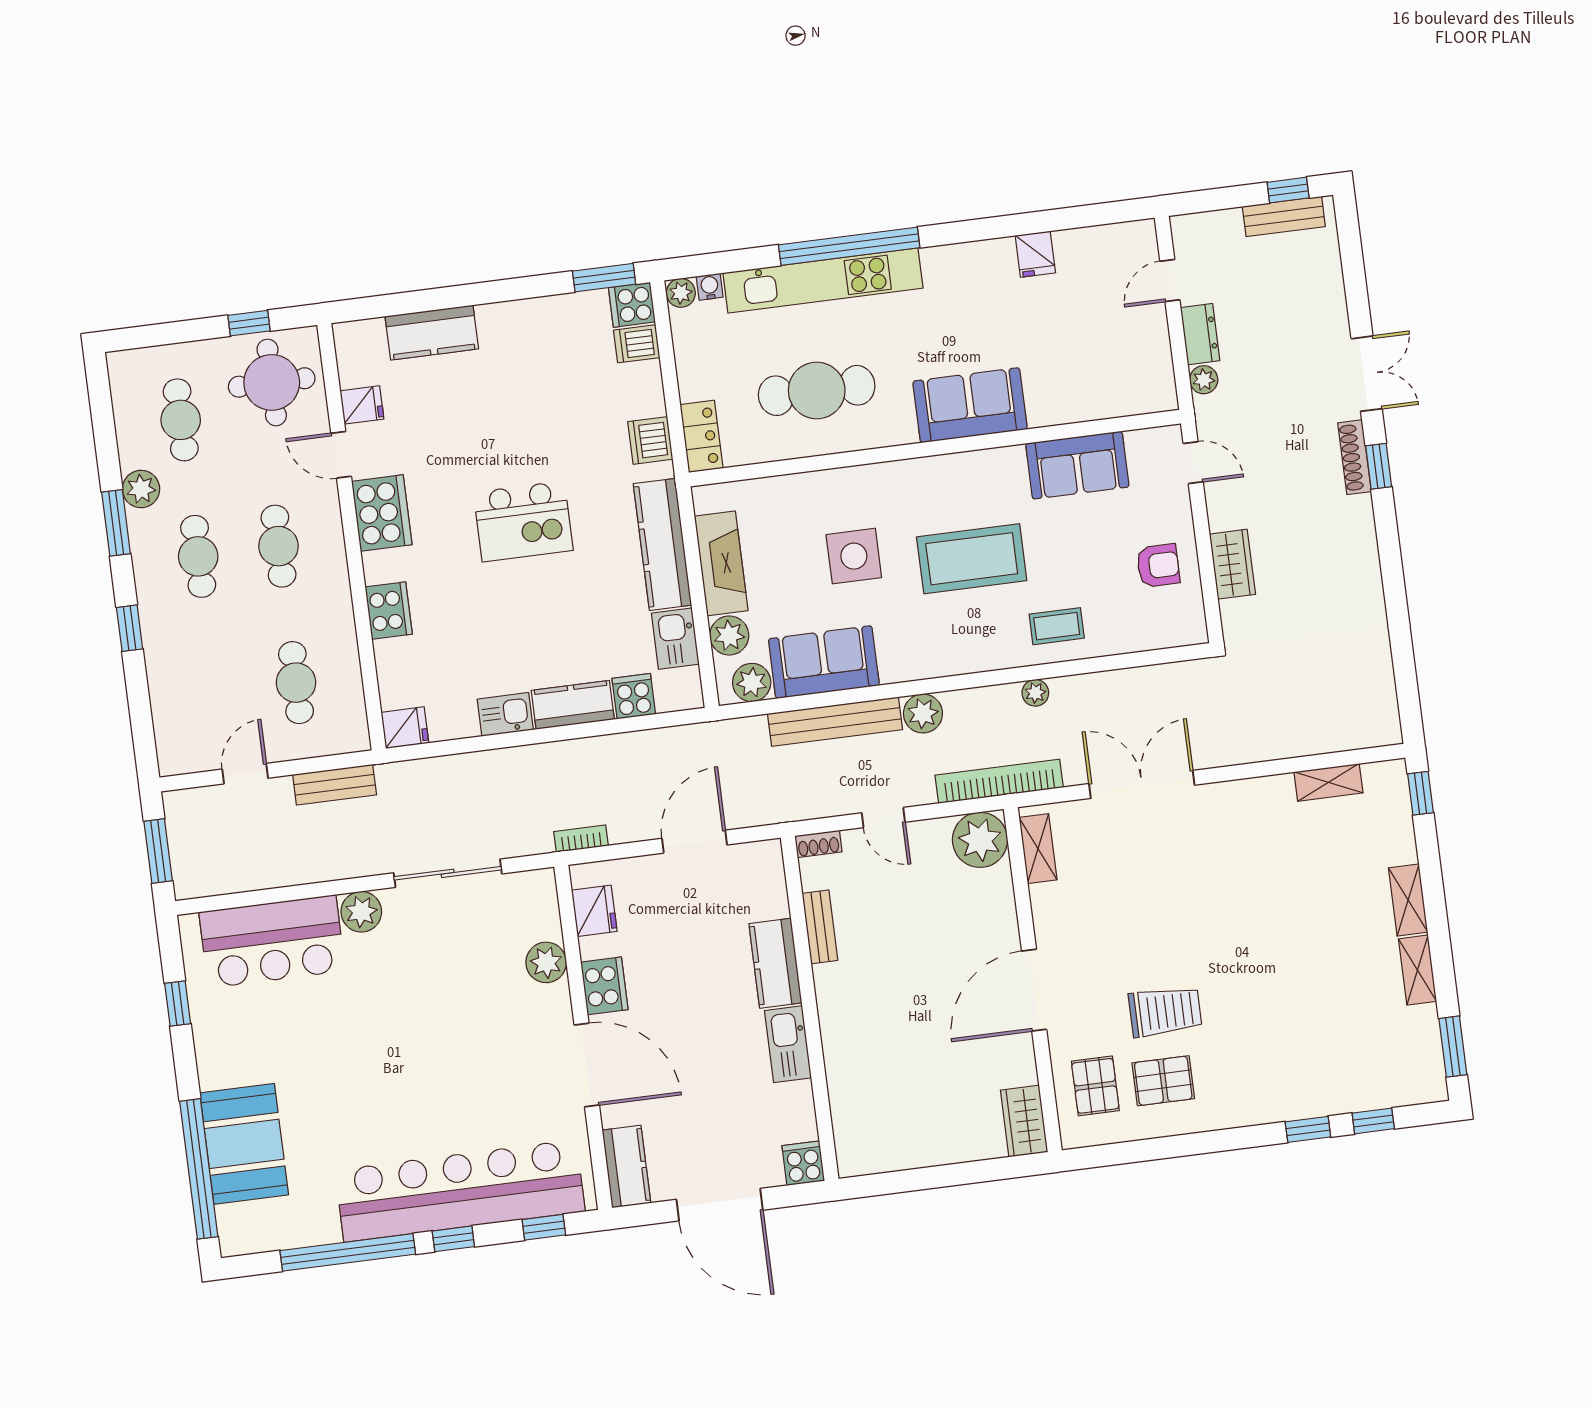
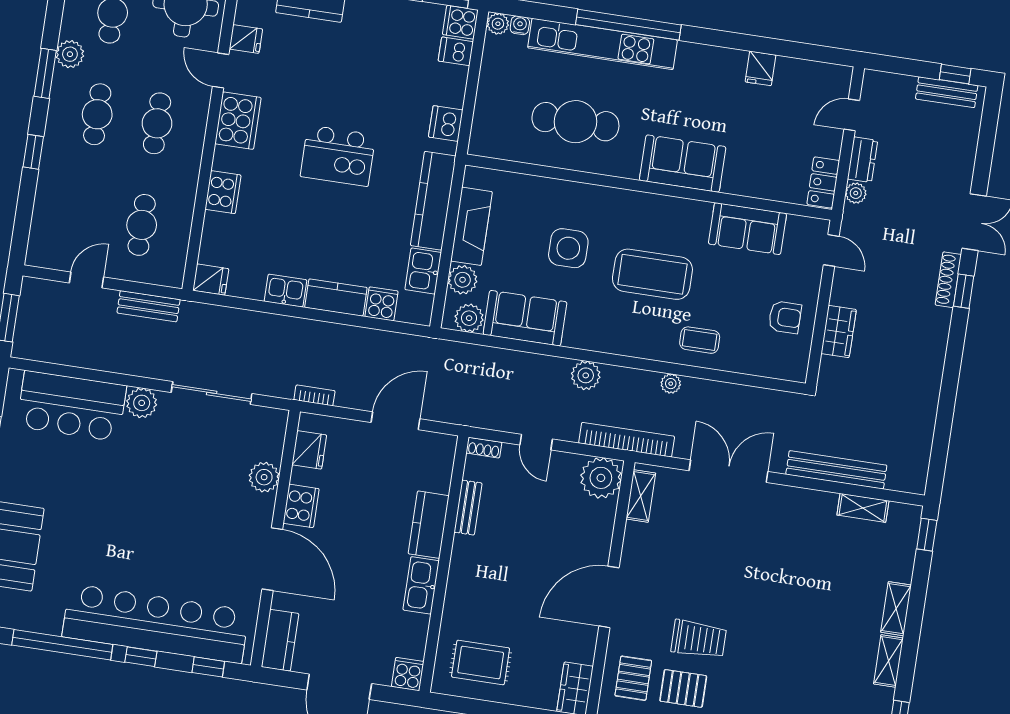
locker: (702, 436) -> (823, 182), moved, turned 180
bench: (835, 722) -> (836, 470), moved
rug: (893, 1122) -> (481, 662), added

